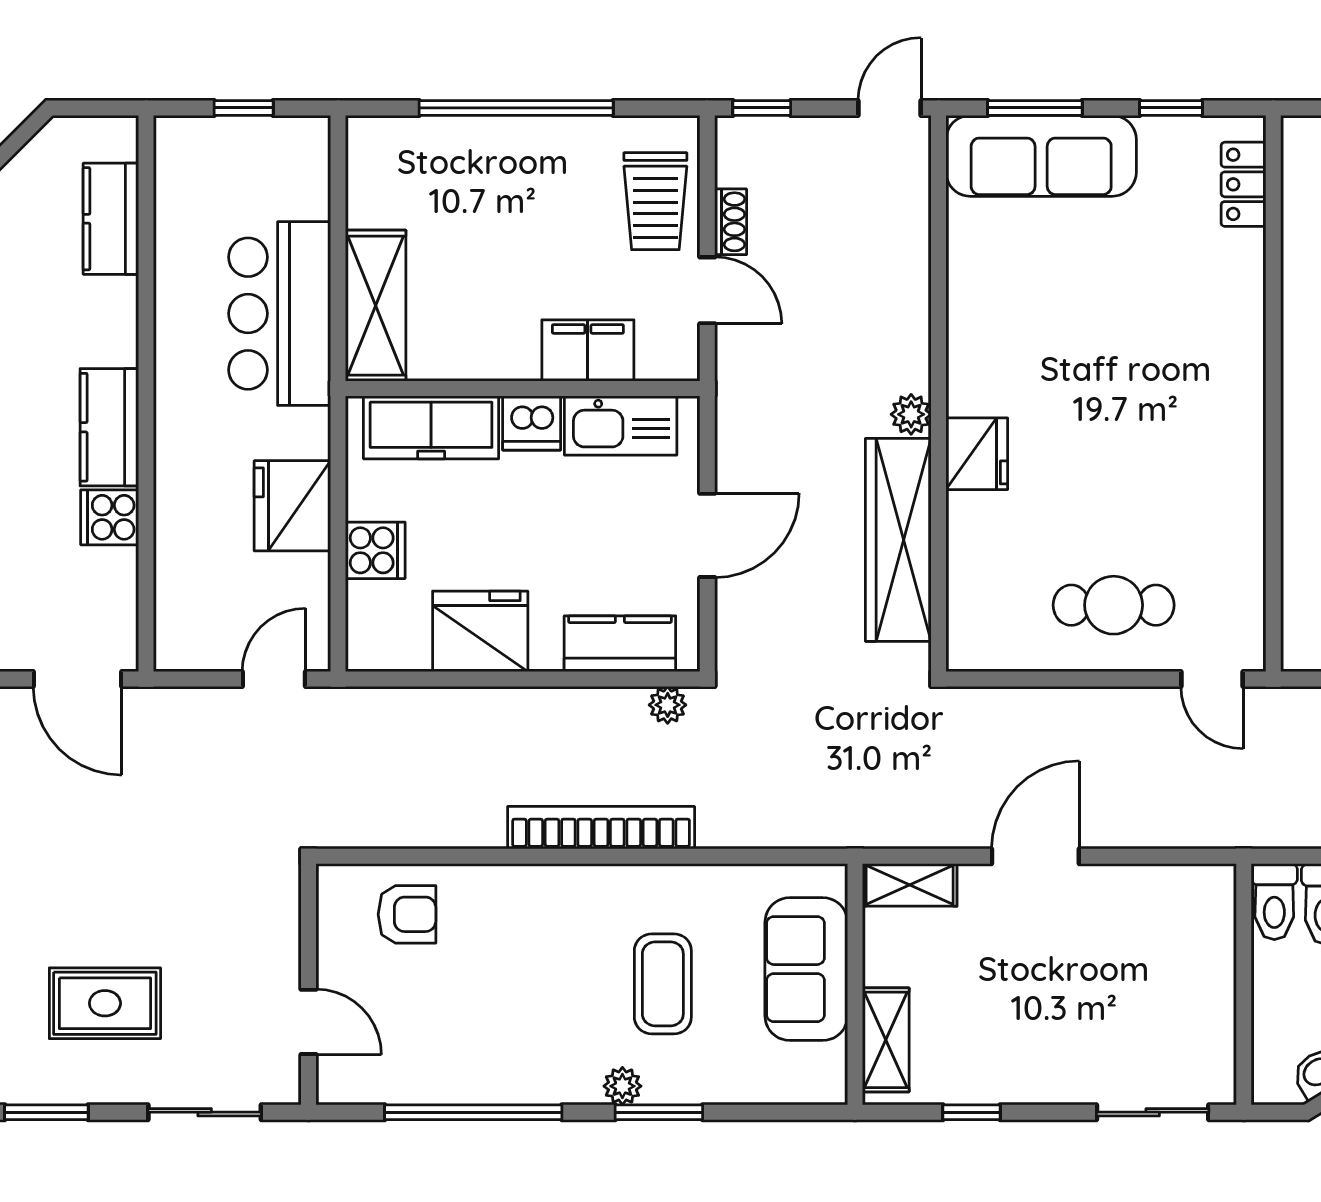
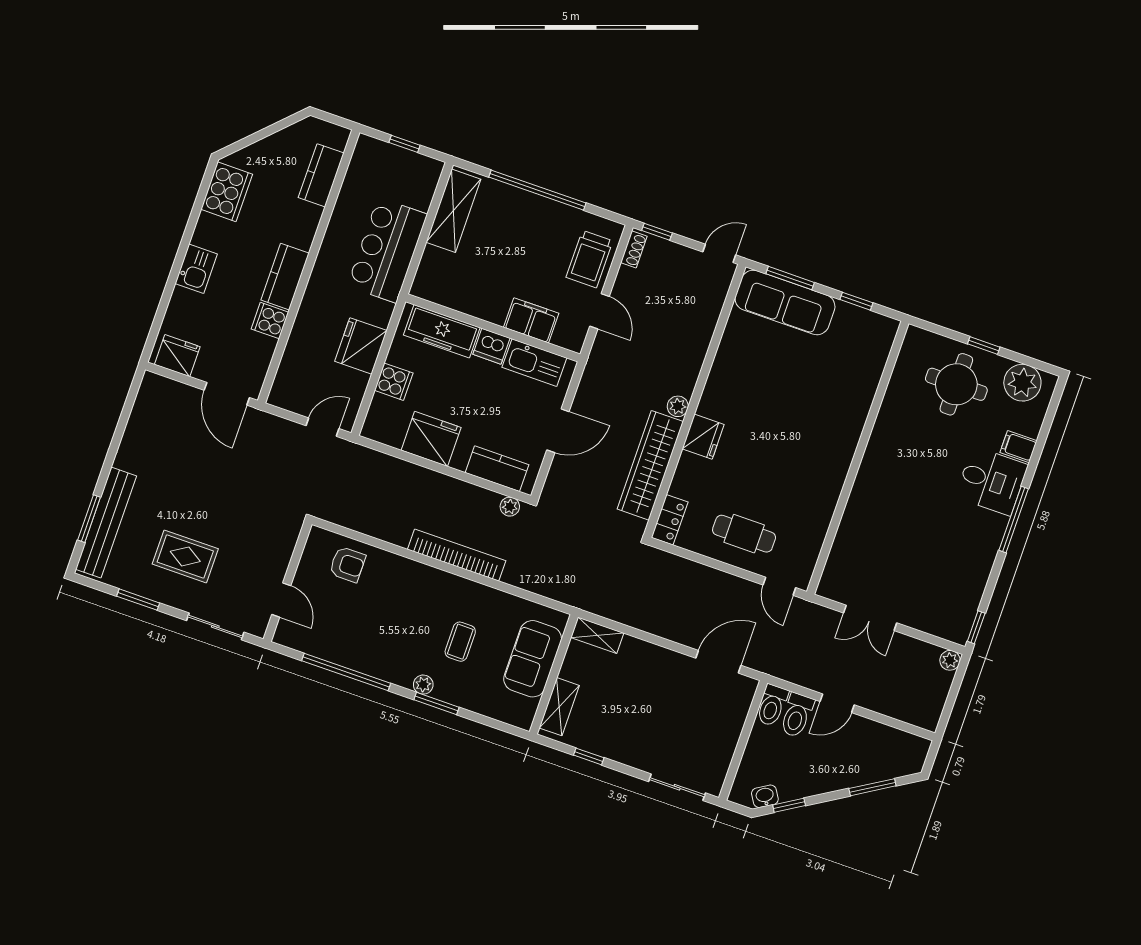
locker: (1243, 184) -> (670, 520), moved, turned 180
shoe rack: (731, 222) -> (634, 249), moved
shelving: (376, 306) -> (453, 211), moved
door: (1035, 856) -> (718, 662), moved
coffee table: (663, 984) -> (460, 642), width x0.73, depth x0.77

